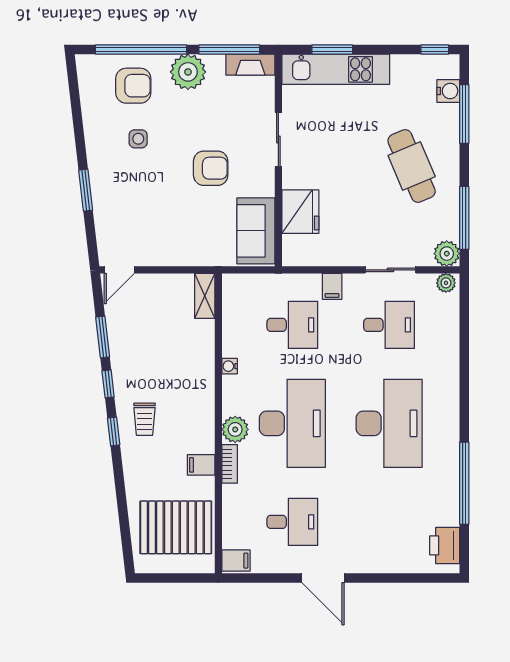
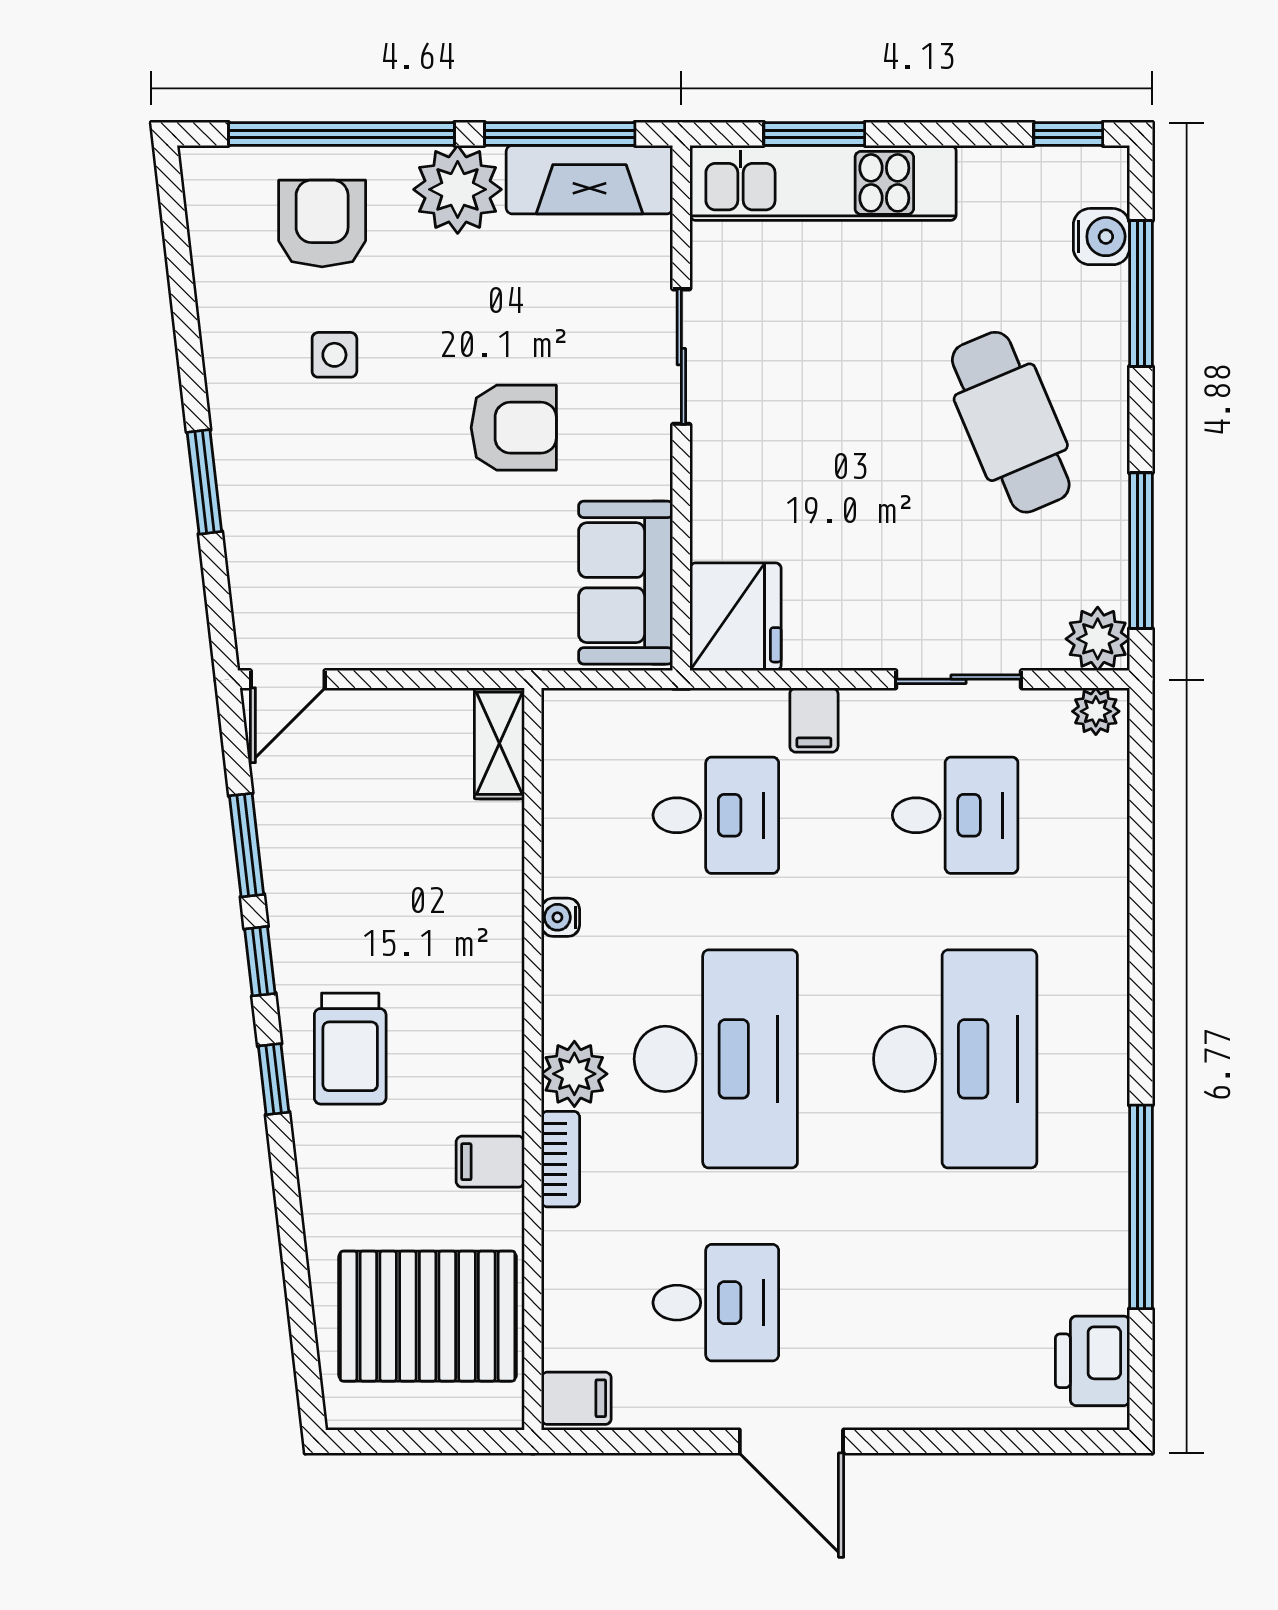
fireplace: (250, 65) -> (589, 180), width x1.37, depth x1.32
armchair: (133, 86) -> (322, 223), turned -90
fridge: (300, 212) -> (736, 617), moved
trolley: (145, 419) -> (350, 1049), width x1.36, depth x1.39

